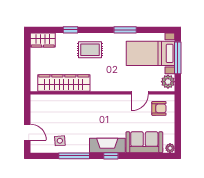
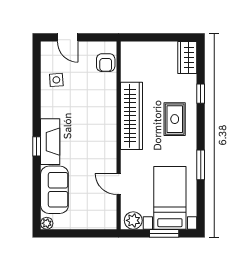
window: (178, 58) -> (164, 233), width x0.69
wardrobe: (64, 83) -> (131, 116), moved
armchair: (159, 108) -> (106, 63), moved
door: (27, 132) -> (68, 37), hinge flipped
window: (74, 156) -> (37, 99), removed

